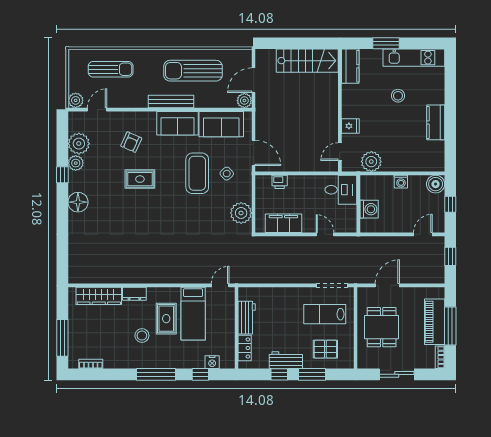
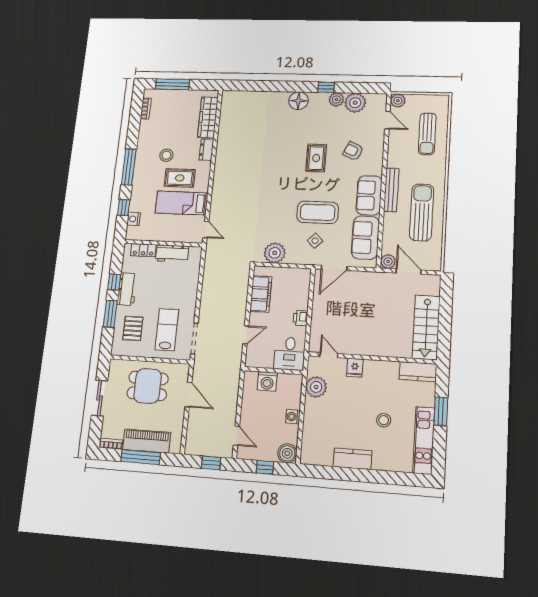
printer: (280, 182) -> (301, 318), moved

